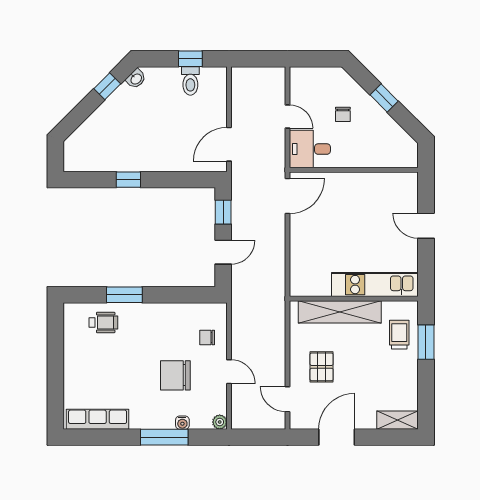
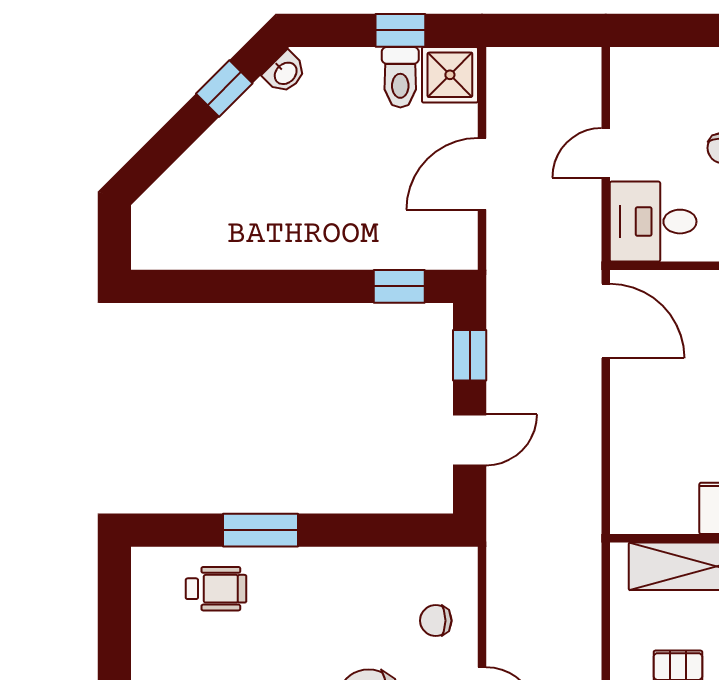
shower: (214, 80) -> (450, 75), added
door: (287, 117) -> (606, 153), swing flipped
door: (229, 144) -> (482, 174), moved
window: (128, 180) -> (399, 286), moved
door: (287, 196) -> (606, 321), hinge flipped

